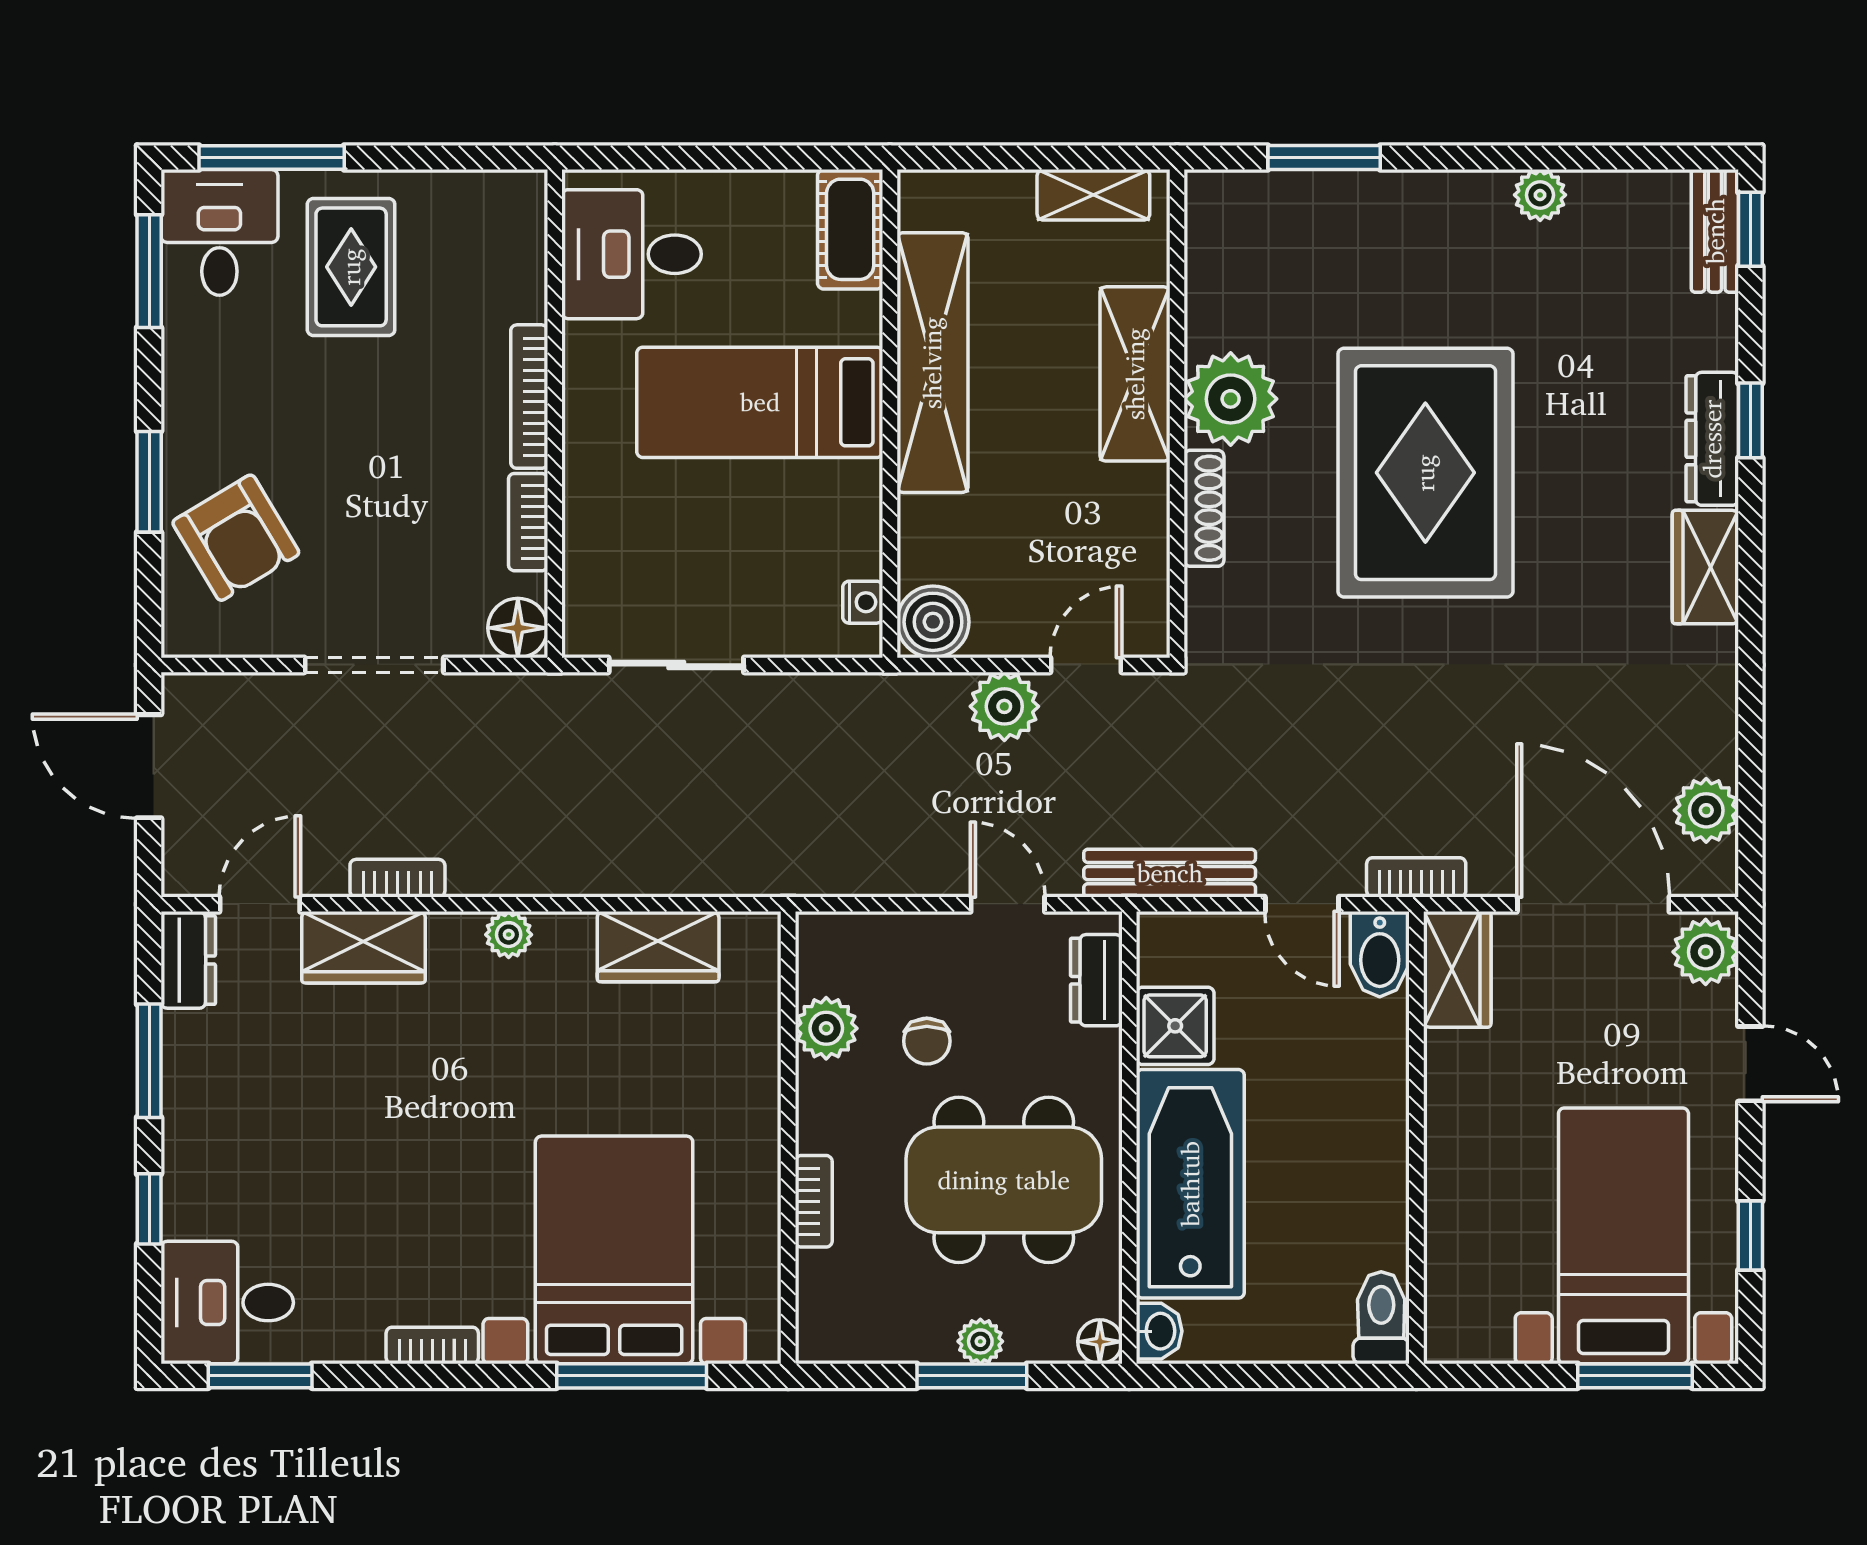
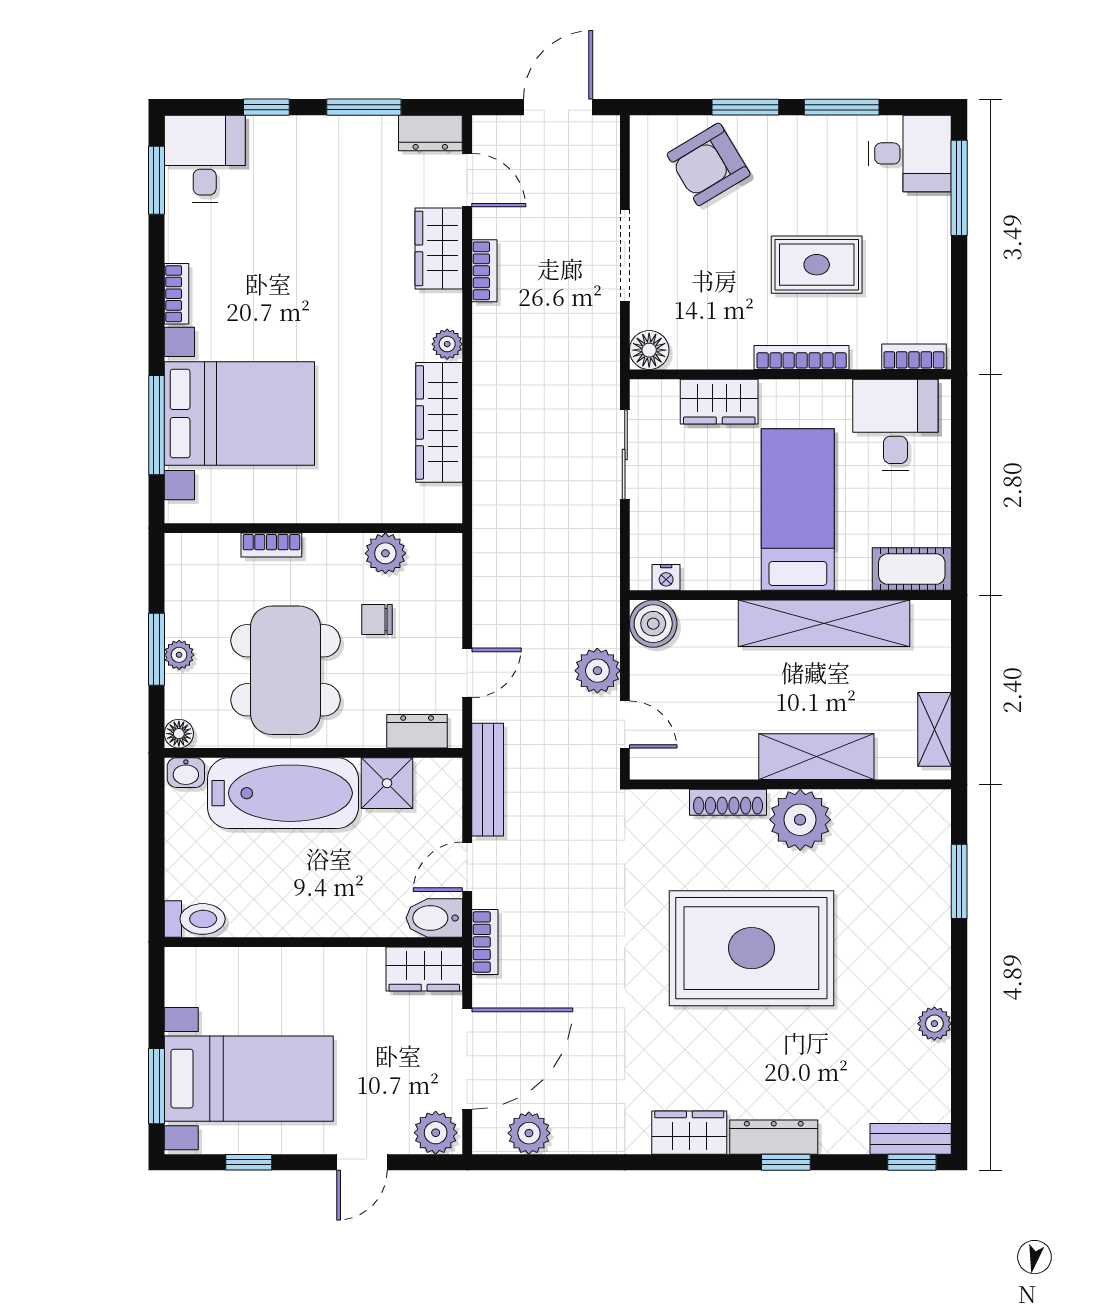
rug: (351, 267) -> (817, 265), moved
window: (149, 271) -> (842, 107), moved
bookcase: (528, 522) -> (914, 357), moved
wardrobe: (596, 522) -> (719, 402), added
wardrobe: (658, 947) -> (439, 422), width x1.50

